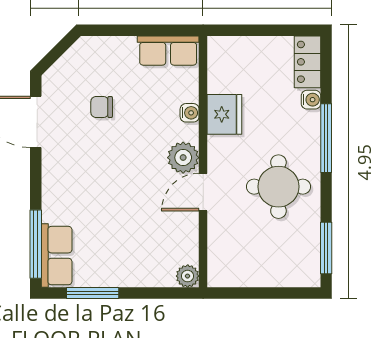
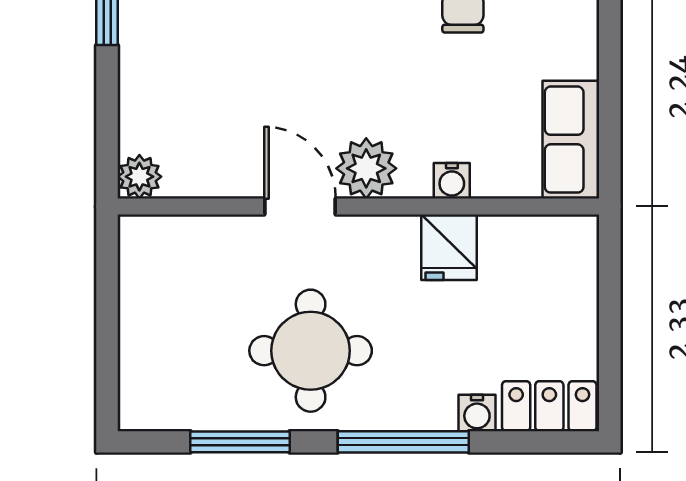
fridge: (224, 114) -> (449, 247), width x0.72
window: (326, 248) -> (240, 442), moved

